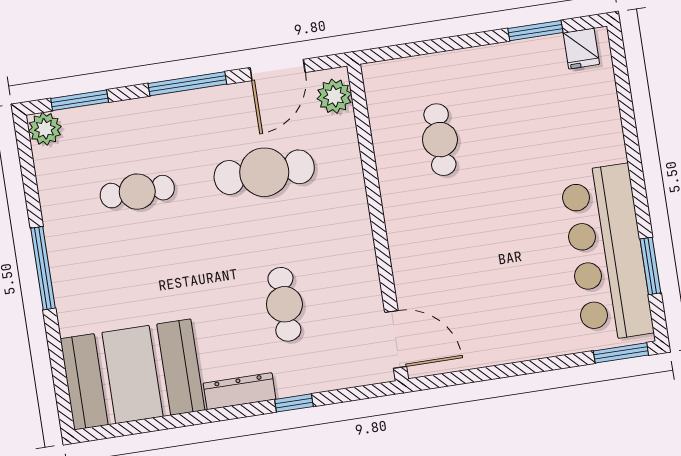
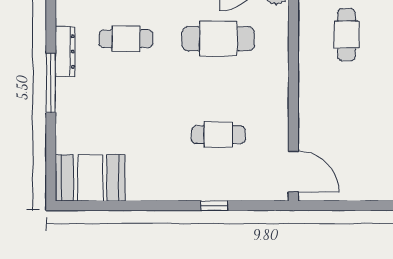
cafe table: (284, 304) -> (218, 135), turned 90
booth: (132, 374) -> (90, 178), width x0.73, depth x0.70
dresser: (240, 391) -> (65, 52), moved, turned 90

